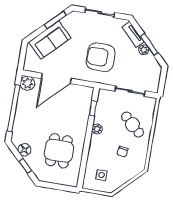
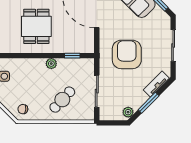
plant: (144, 50) -> (128, 112), moved
dining table: (59, 151) -> (36, 26), moved, turned 90
chair: (122, 152) -> (23, 109), moved

